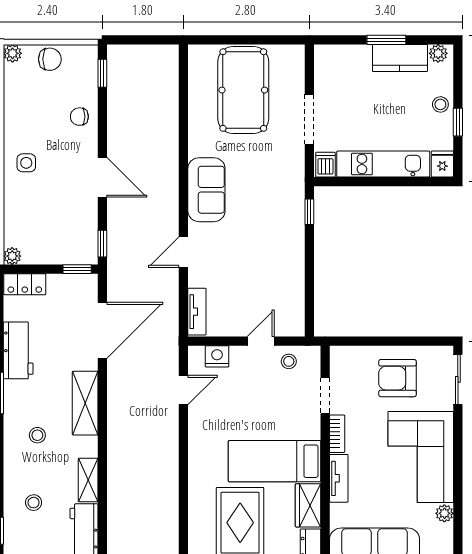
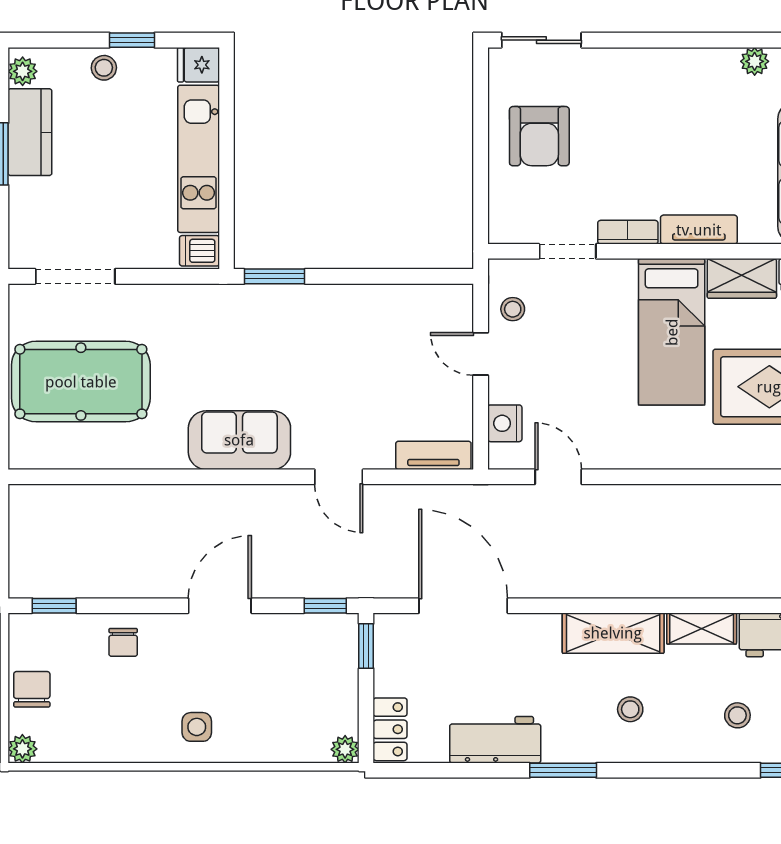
doorway: (309, 119) -> (75, 276), moved
window: (309, 212) -> (274, 276), width x1.50
shelving: (85, 403) -> (613, 633), moved
corner sofa: (421, 457) -> (665, 99), removed

